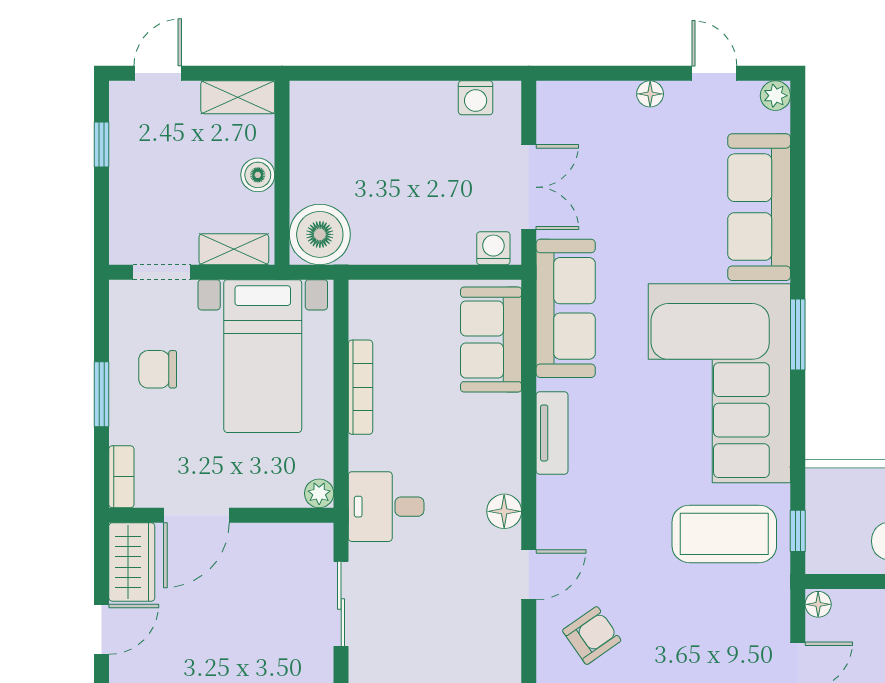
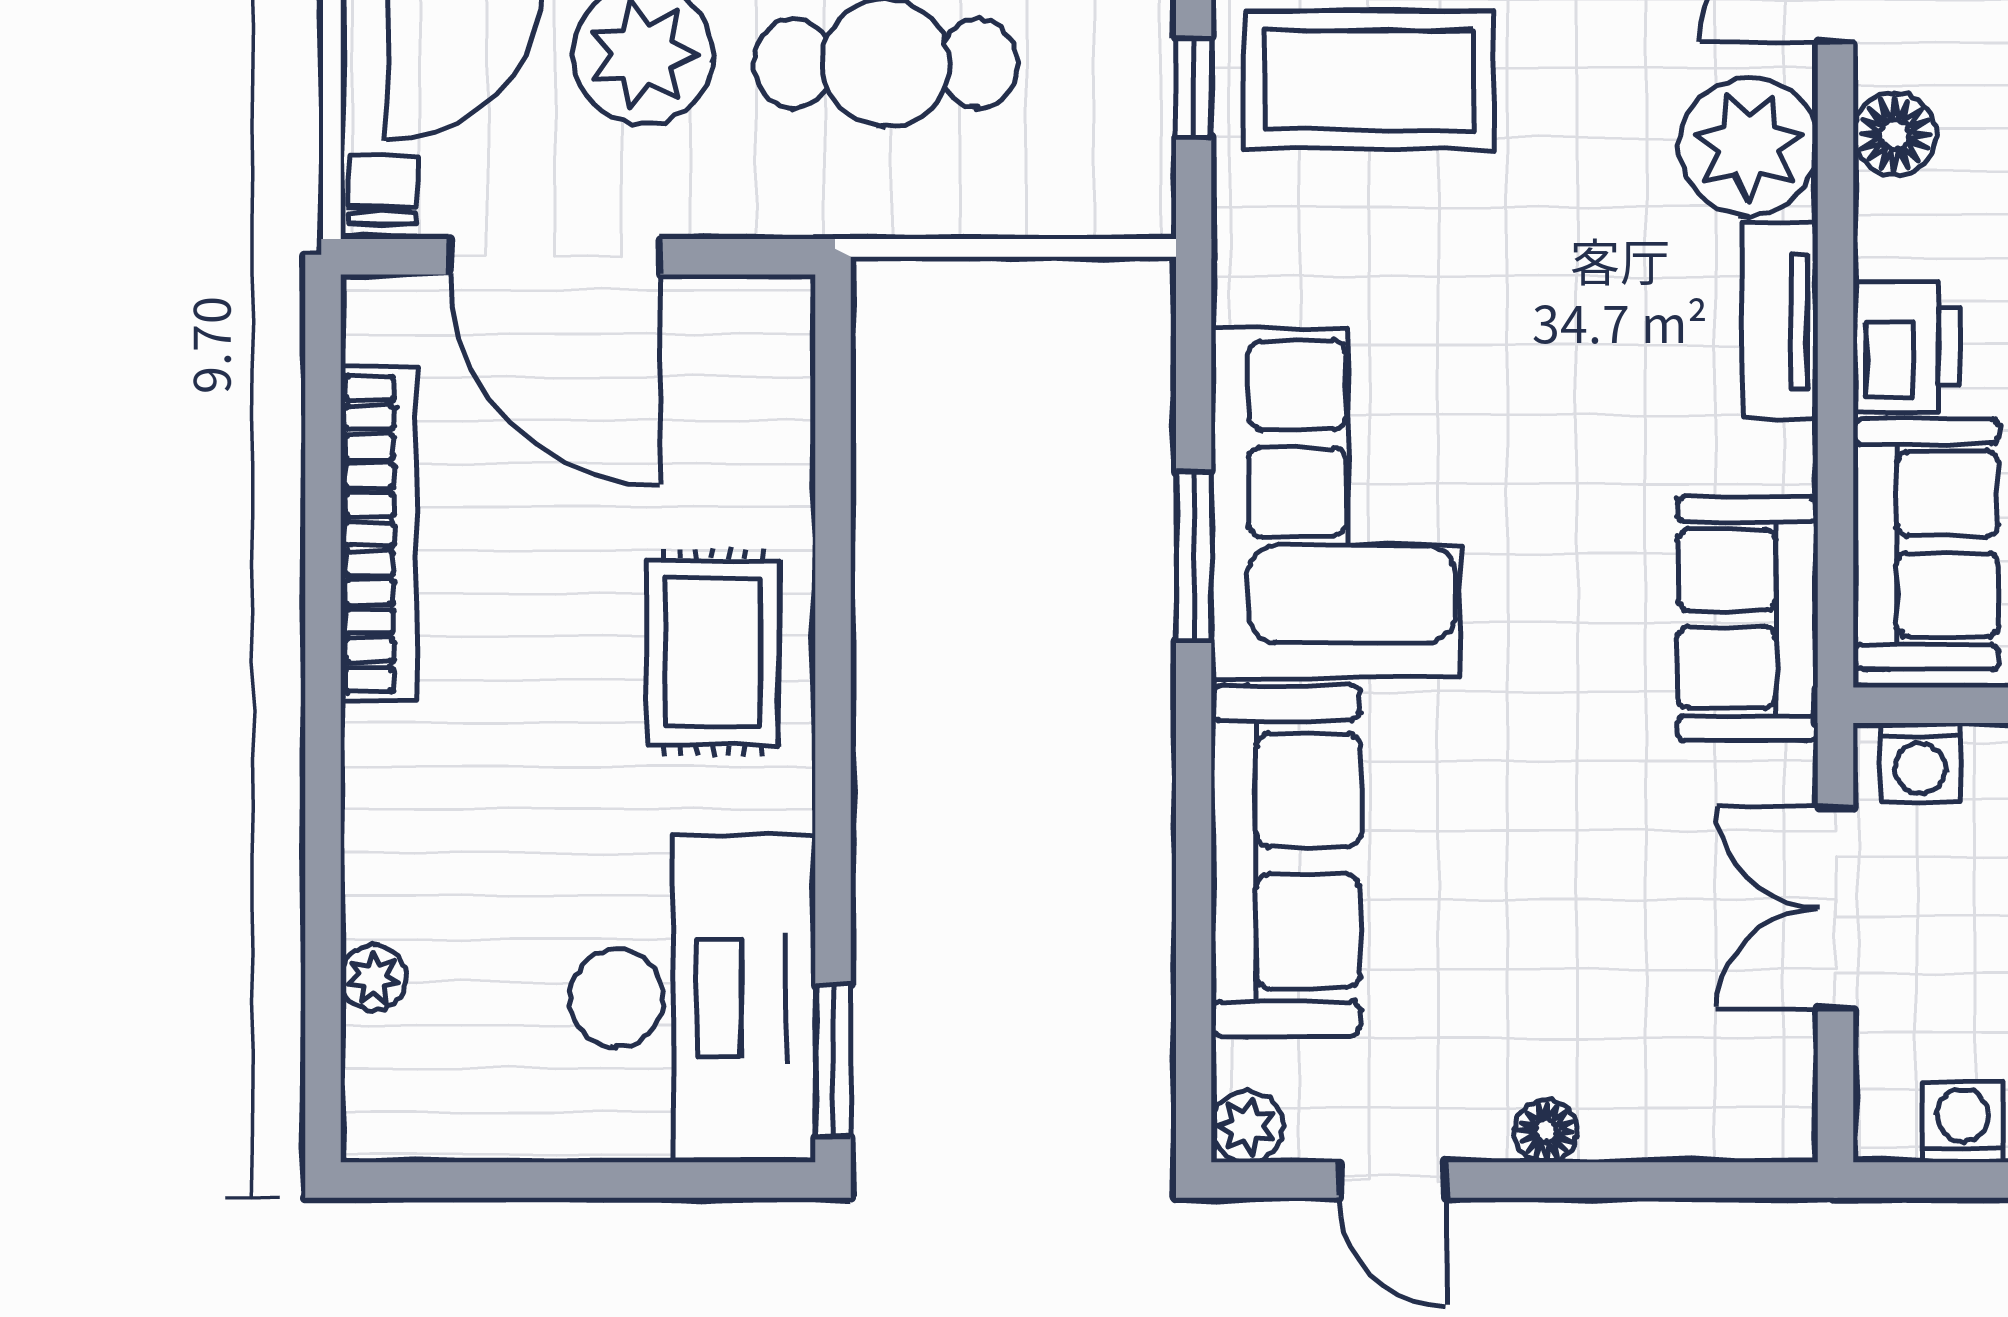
sofa: (566, 308) -> (1748, 619), width x0.73
corner sofa: (719, 383) -> (1336, 503), width x0.73, depth x0.74
printer: (499, 422) -> (1907, 347), added
plant: (565, 506) -> (1749, 146), added

